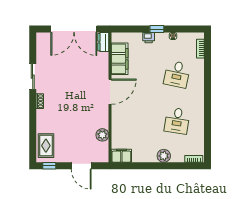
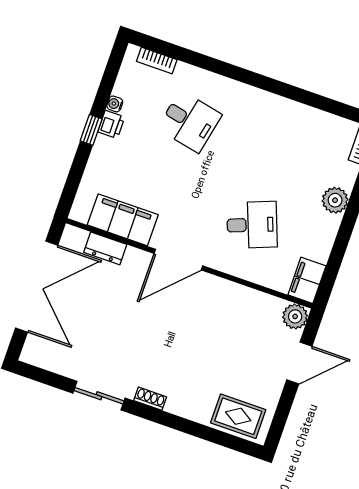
printer: (149, 38) -> (111, 124), moved
dresser: (103, 42) -> (105, 248), moved
door: (110, 92) -> (178, 260), swing flipped
desk: (177, 121) -> (252, 225), moved, turned -30
plant: (102, 135) -> (295, 316), moved
window: (49, 166) -> (278, 423), removed

